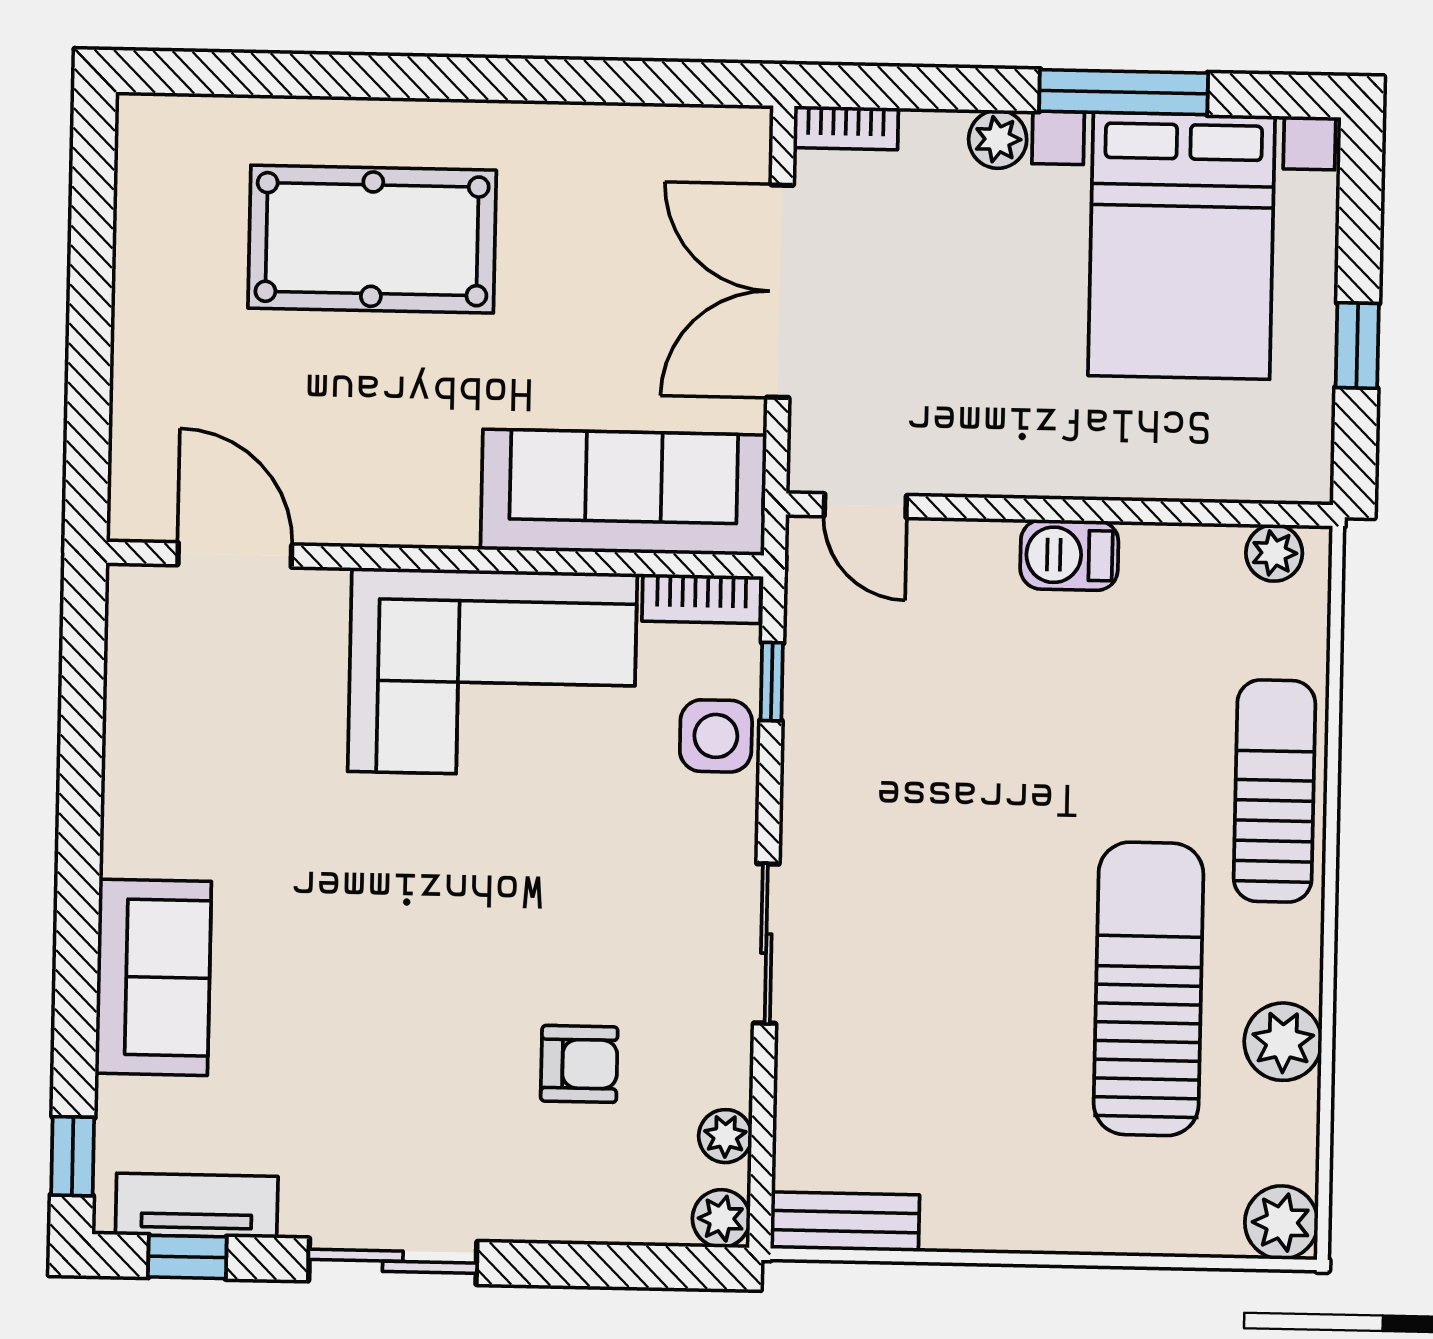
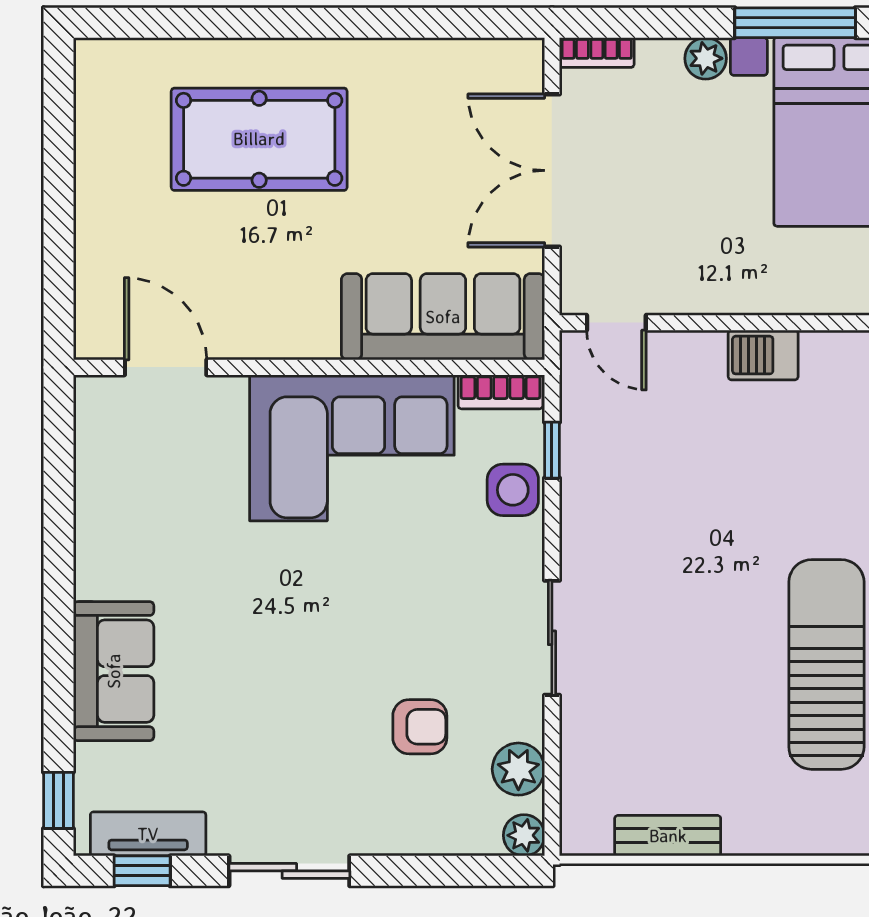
plant: (725, 1136) -> (518, 769), width x1.38, depth x1.38
bench: (845, 1222) -> (668, 836), moved

